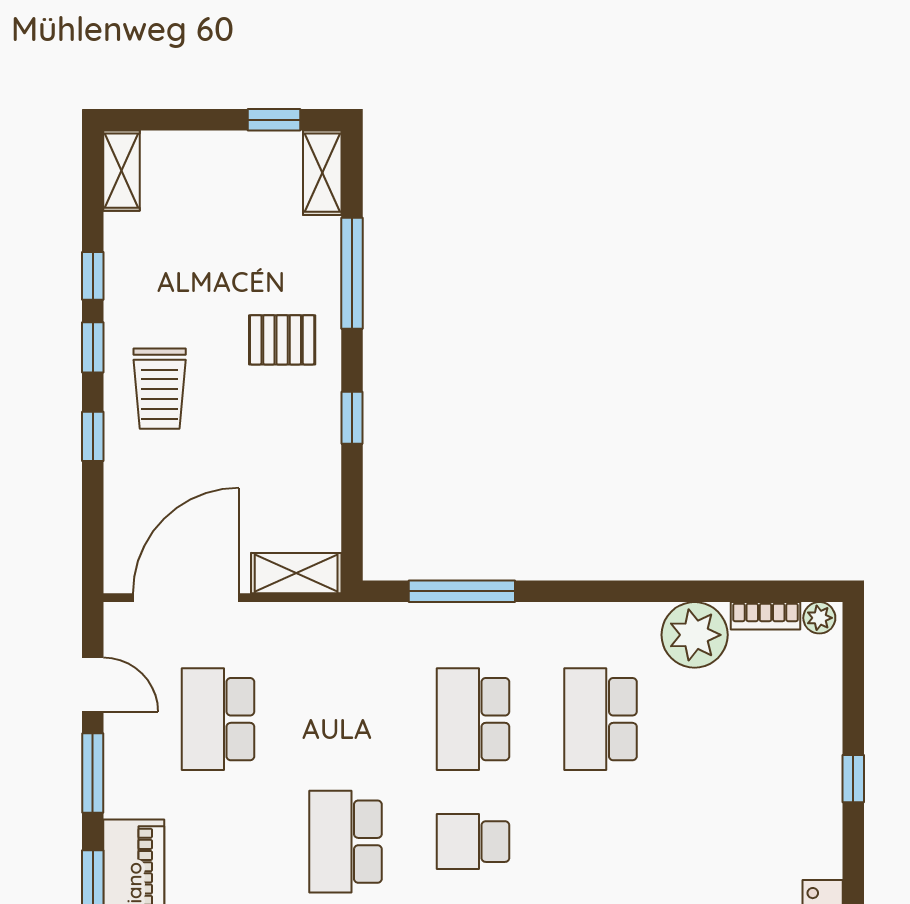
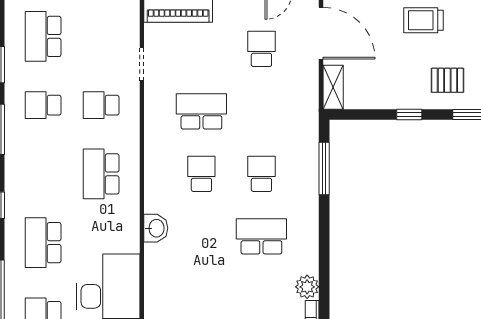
pallet: (282, 340) -> (447, 80), turned 90
plant: (695, 635) -> (307, 287), width x0.73, depth x0.73
school desk: (218, 719) -> (261, 49), width x0.54
school desk: (473, 719) -> (261, 174), width x0.54

